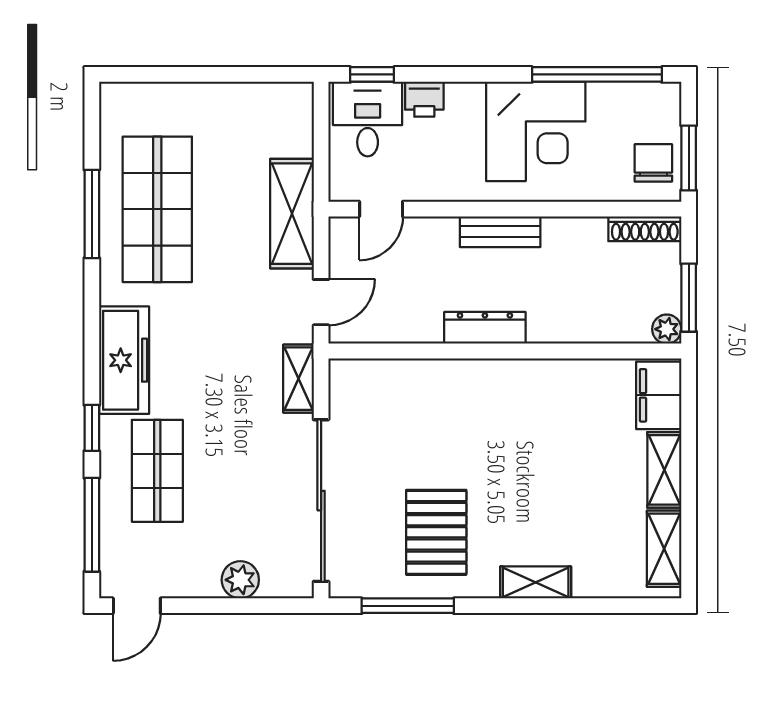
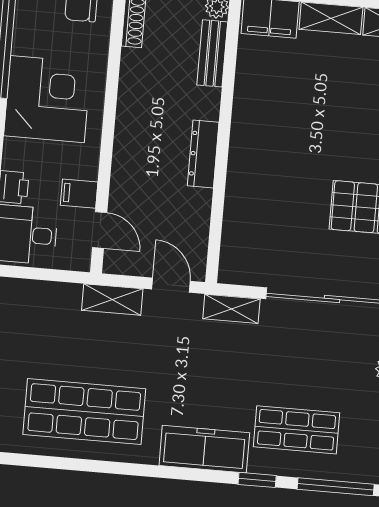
filing cabinet: (423, 180) -> (79, 194), added
window: (92, 214) -> (83, 465), removed
shelving: (292, 214) -> (112, 299), width x0.67, depth x0.75
bench: (500, 232) -> (212, 53), moved

